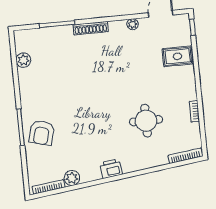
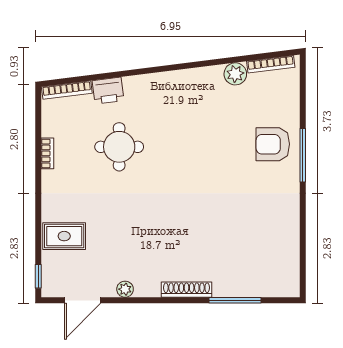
plant: (23, 60) -> (289, 252), removed
armchair: (42, 133) -> (273, 144), turned -105
printer: (111, 169) -> (108, 91), moved

